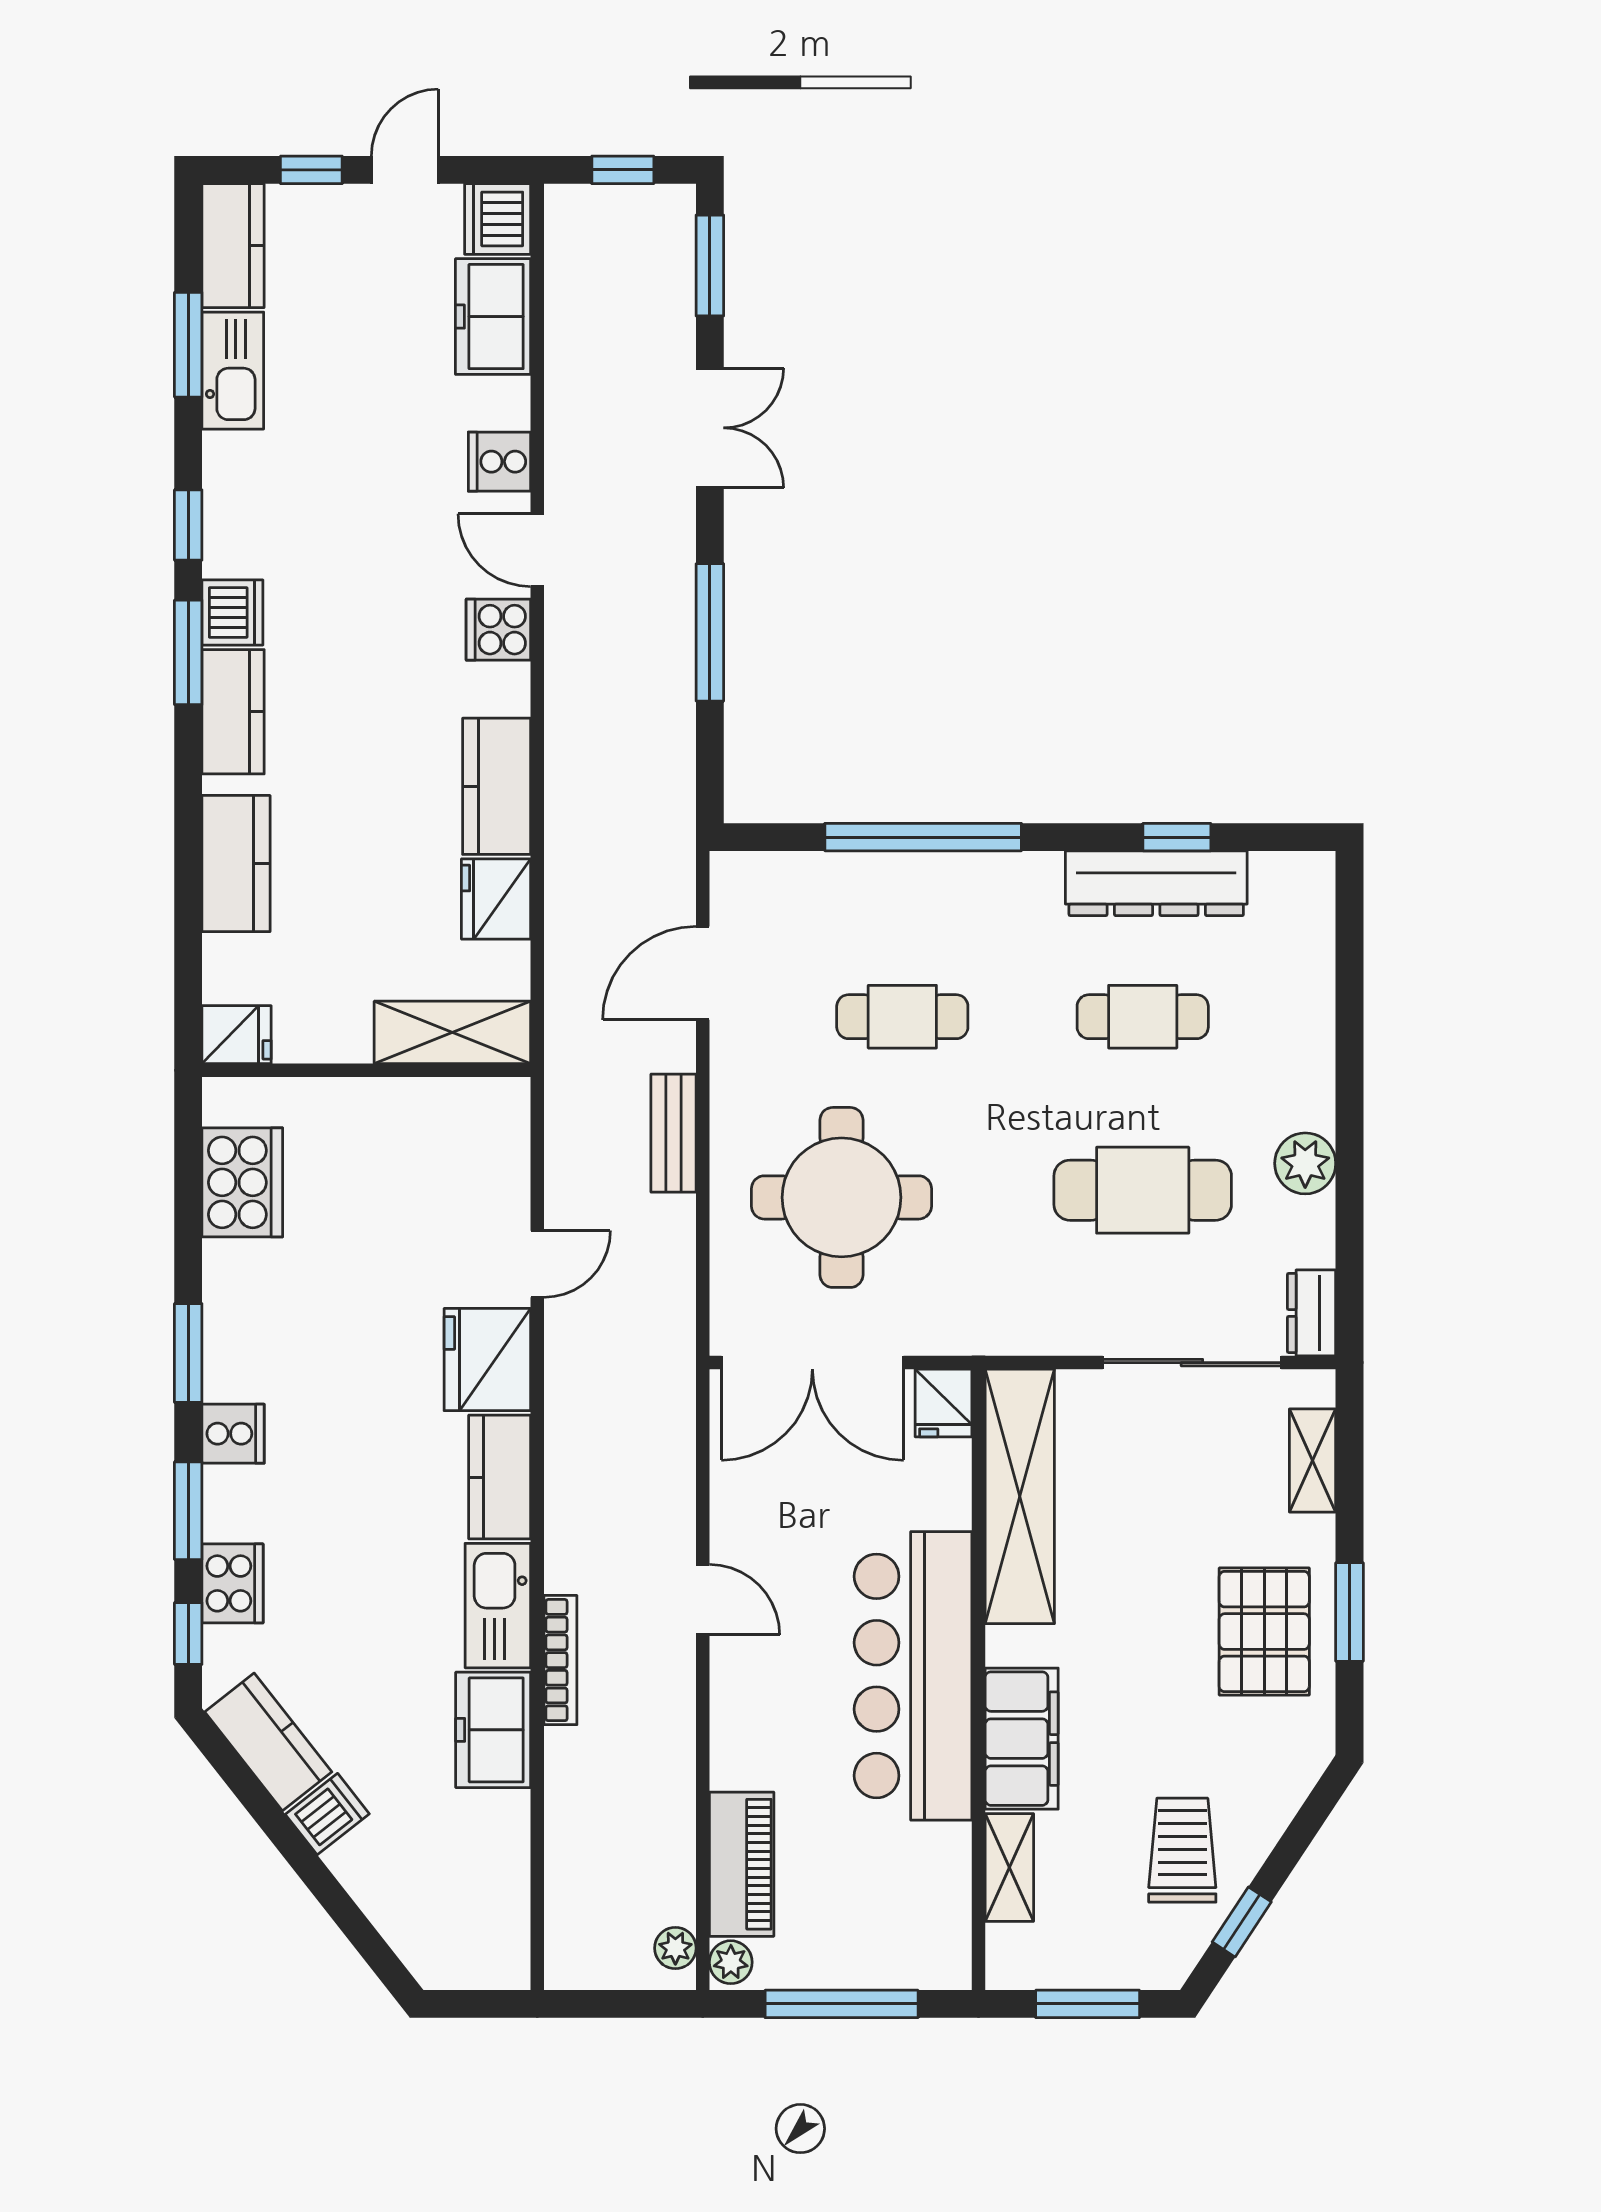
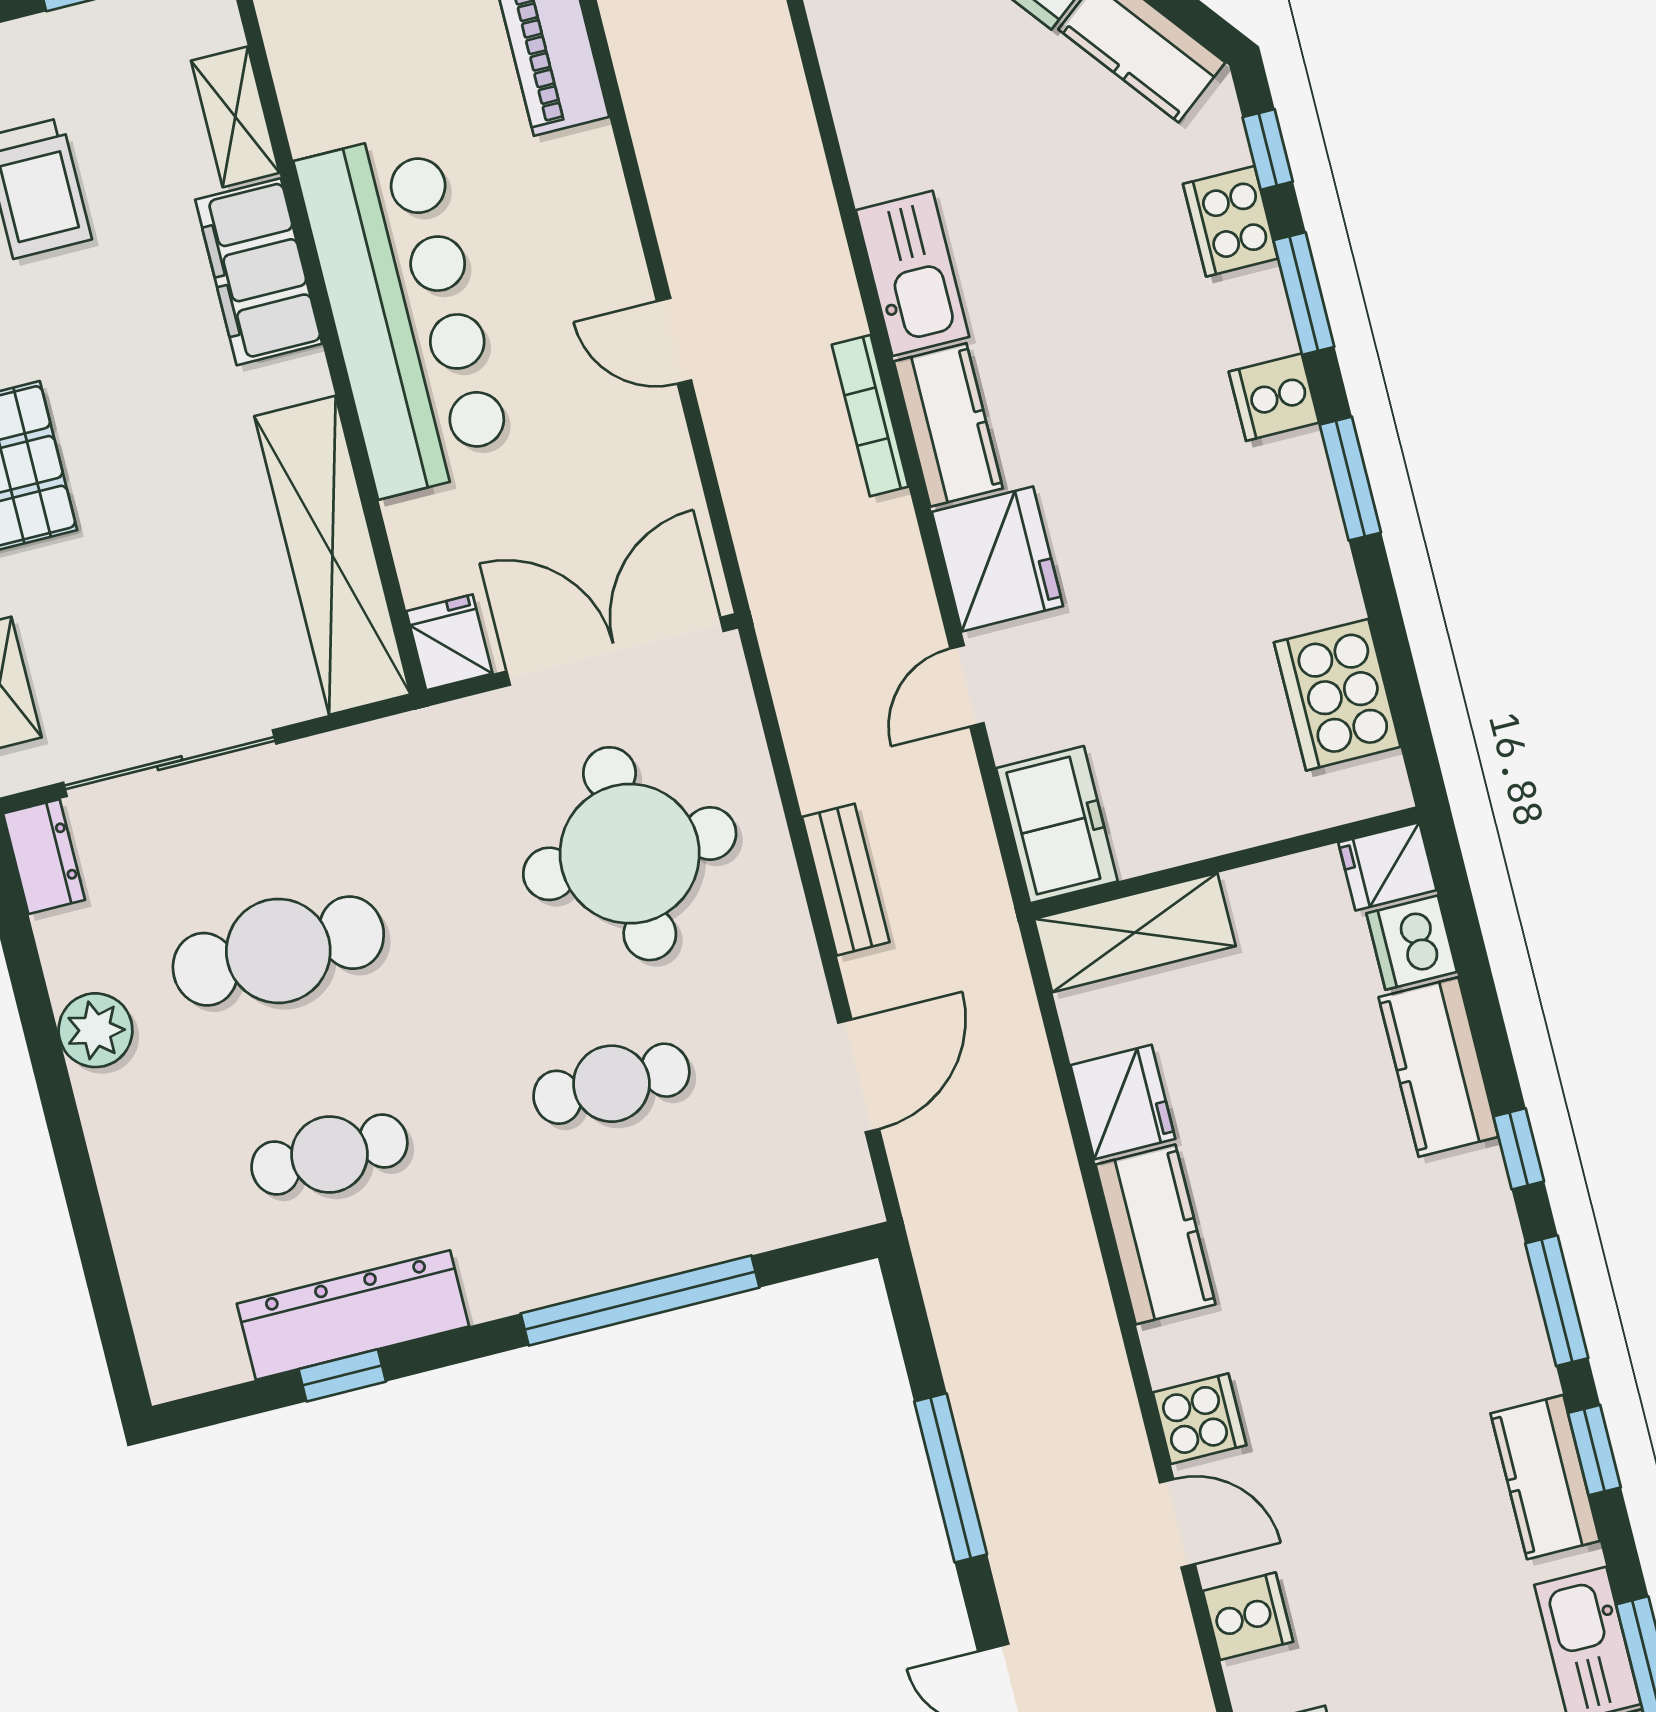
dishwasher: (232, 613) -> (1412, 943), moved
kitchen counter: (233, 712) -> (1545, 1477), moved
window: (188, 782) -> (1519, 1149), added
bookcase: (560, 1660) -> (870, 416), moved
freezer: (493, 1730) -> (1057, 825), moved

